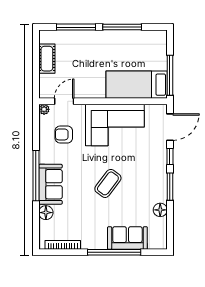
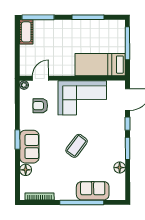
window: (76, 27) -> (38, 17), moved
cot: (47, 59) -> (26, 32), moved
window: (170, 75) -> (127, 43), moved
window: (36, 176) -> (17, 139), width x0.47

